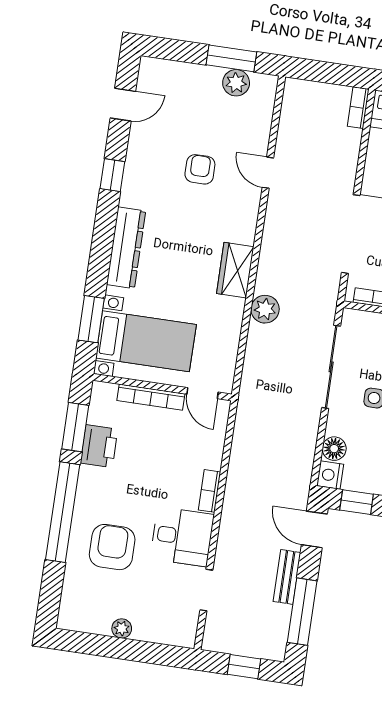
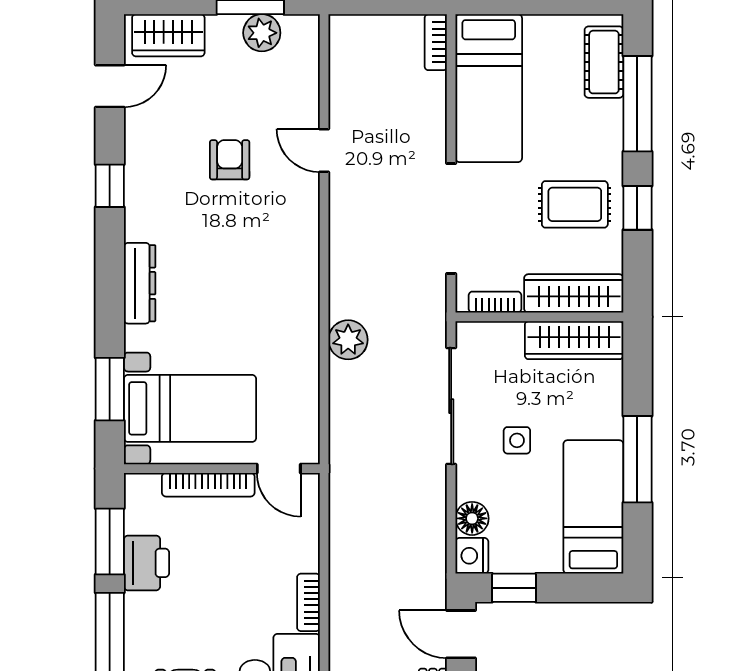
dresser: (126, 248) -> (140, 283), width x0.73, depth x0.80
wardrobe: (235, 270) -> (168, 35), moved, turned -90

